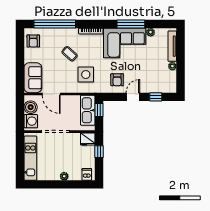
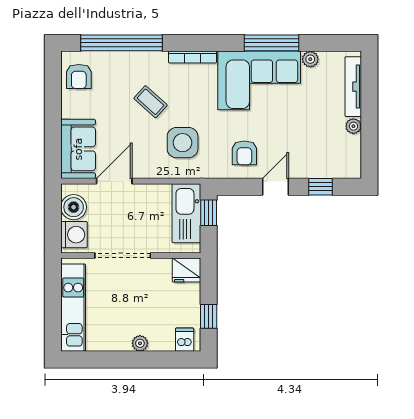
door: (51, 94) -> (114, 181), swing flipped
window: (99, 152) -> (209, 316), moved

